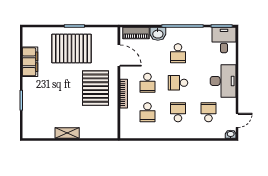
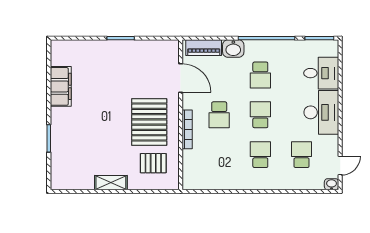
desk: (224, 40) -> (321, 73), moved, turned 90
pallet: (71, 49) -> (153, 163), moved, width x0.49, depth x0.50
school desk: (178, 83) -> (260, 115), turned 90
school desk: (147, 112) -> (219, 155), removed

